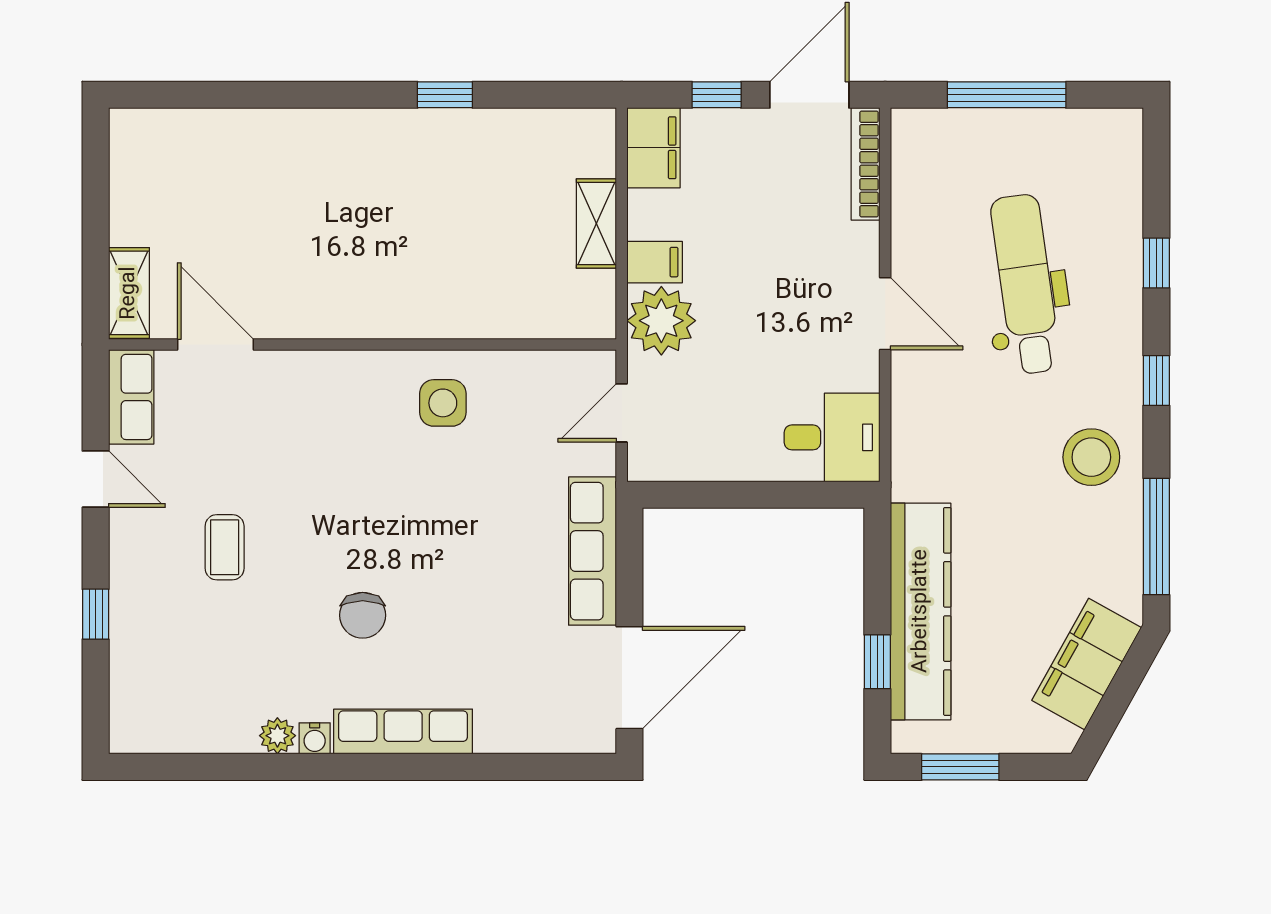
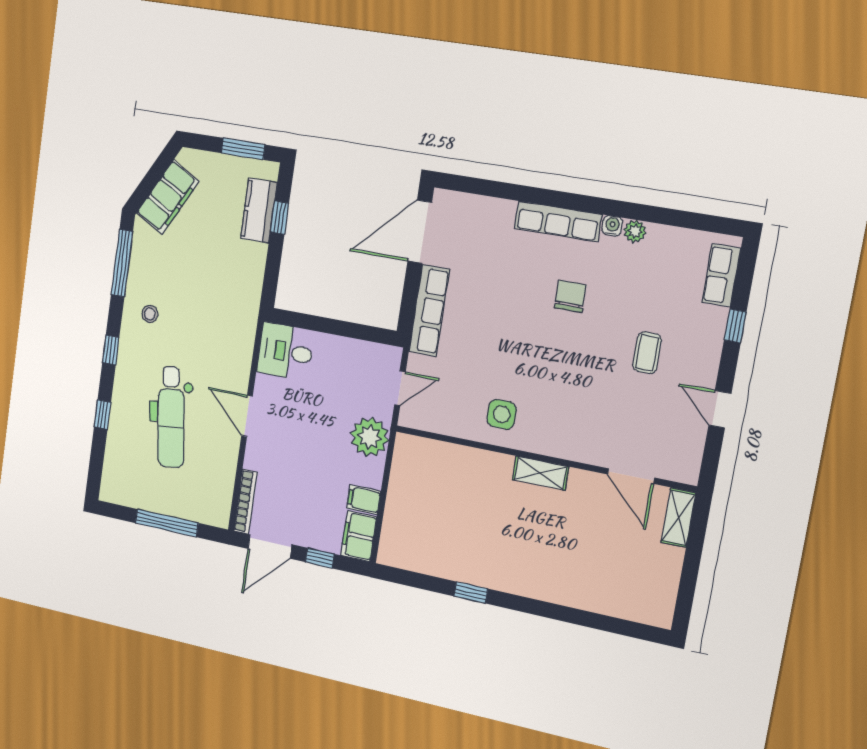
shelving: (596, 224) -> (541, 473), moved, turned 90
filing cabinet: (655, 262) -> (364, 500), moved
row of seats: (131, 397) -> (721, 275), moved
stool: (1091, 457) -> (150, 314), width x0.53, depth x0.53
kitchen counter: (921, 611) -> (259, 210), width x0.48, depth x0.86

